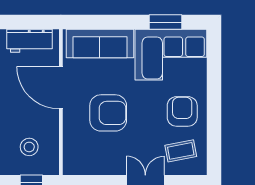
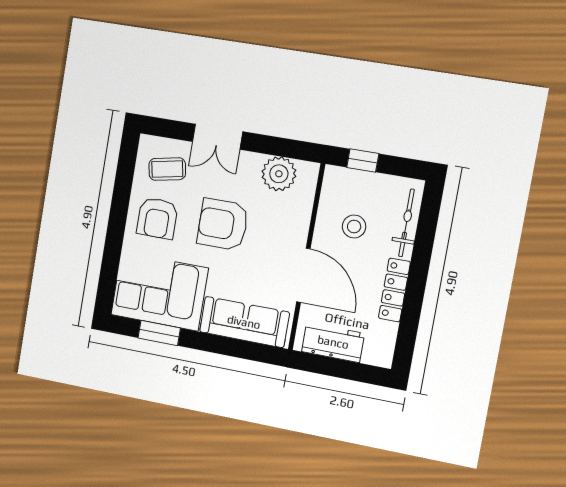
armchair: (108, 113) -> (223, 224), moved
stool: (29, 147) -> (354, 226), moved
plant: (93, 162) -> (279, 174), added

